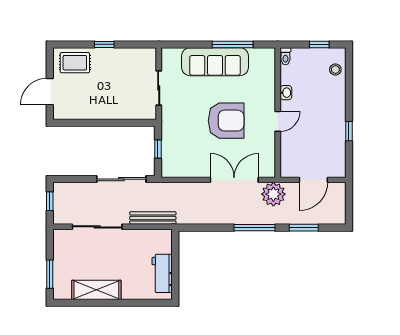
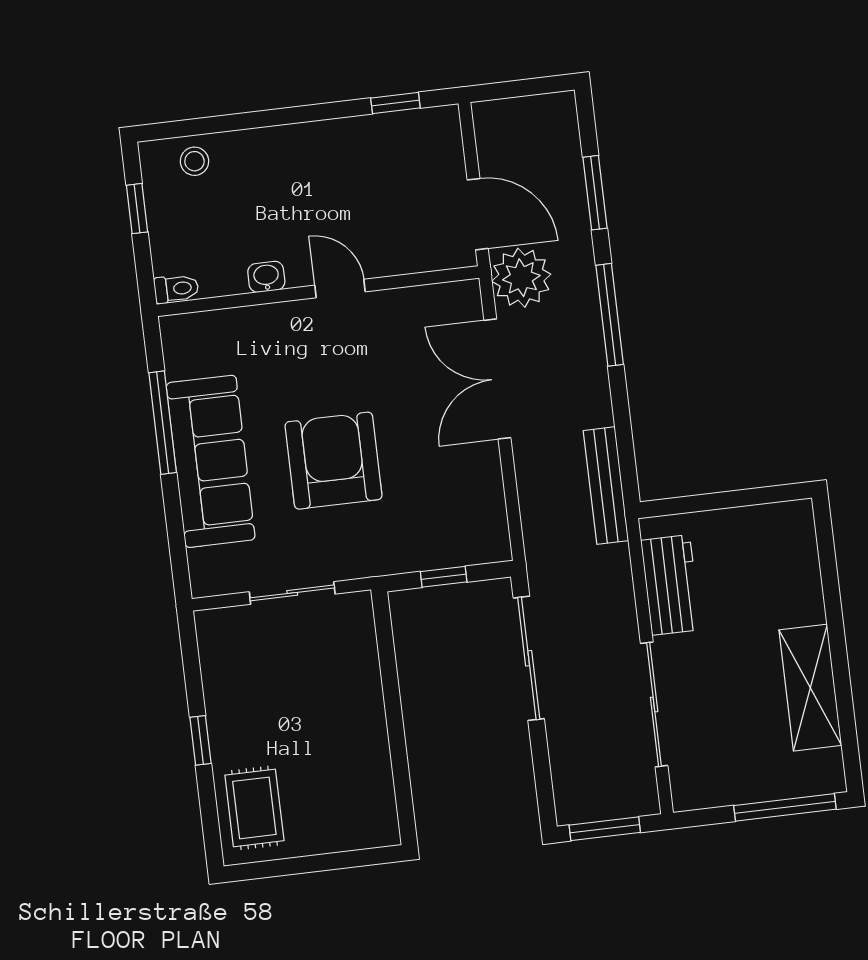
door: (50, 92) -> (333, 861), removed
armchair: (226, 121) -> (334, 461), moved
window: (349, 131) -> (395, 103), moved
door: (313, 180) -> (478, 214), moved
window: (50, 201) -> (605, 829), width x1.50
bench: (153, 218) -> (606, 486), moved
workbench: (162, 273) -> (671, 585), moved, turned -90
window: (50, 274) -> (785, 807), width x1.44

